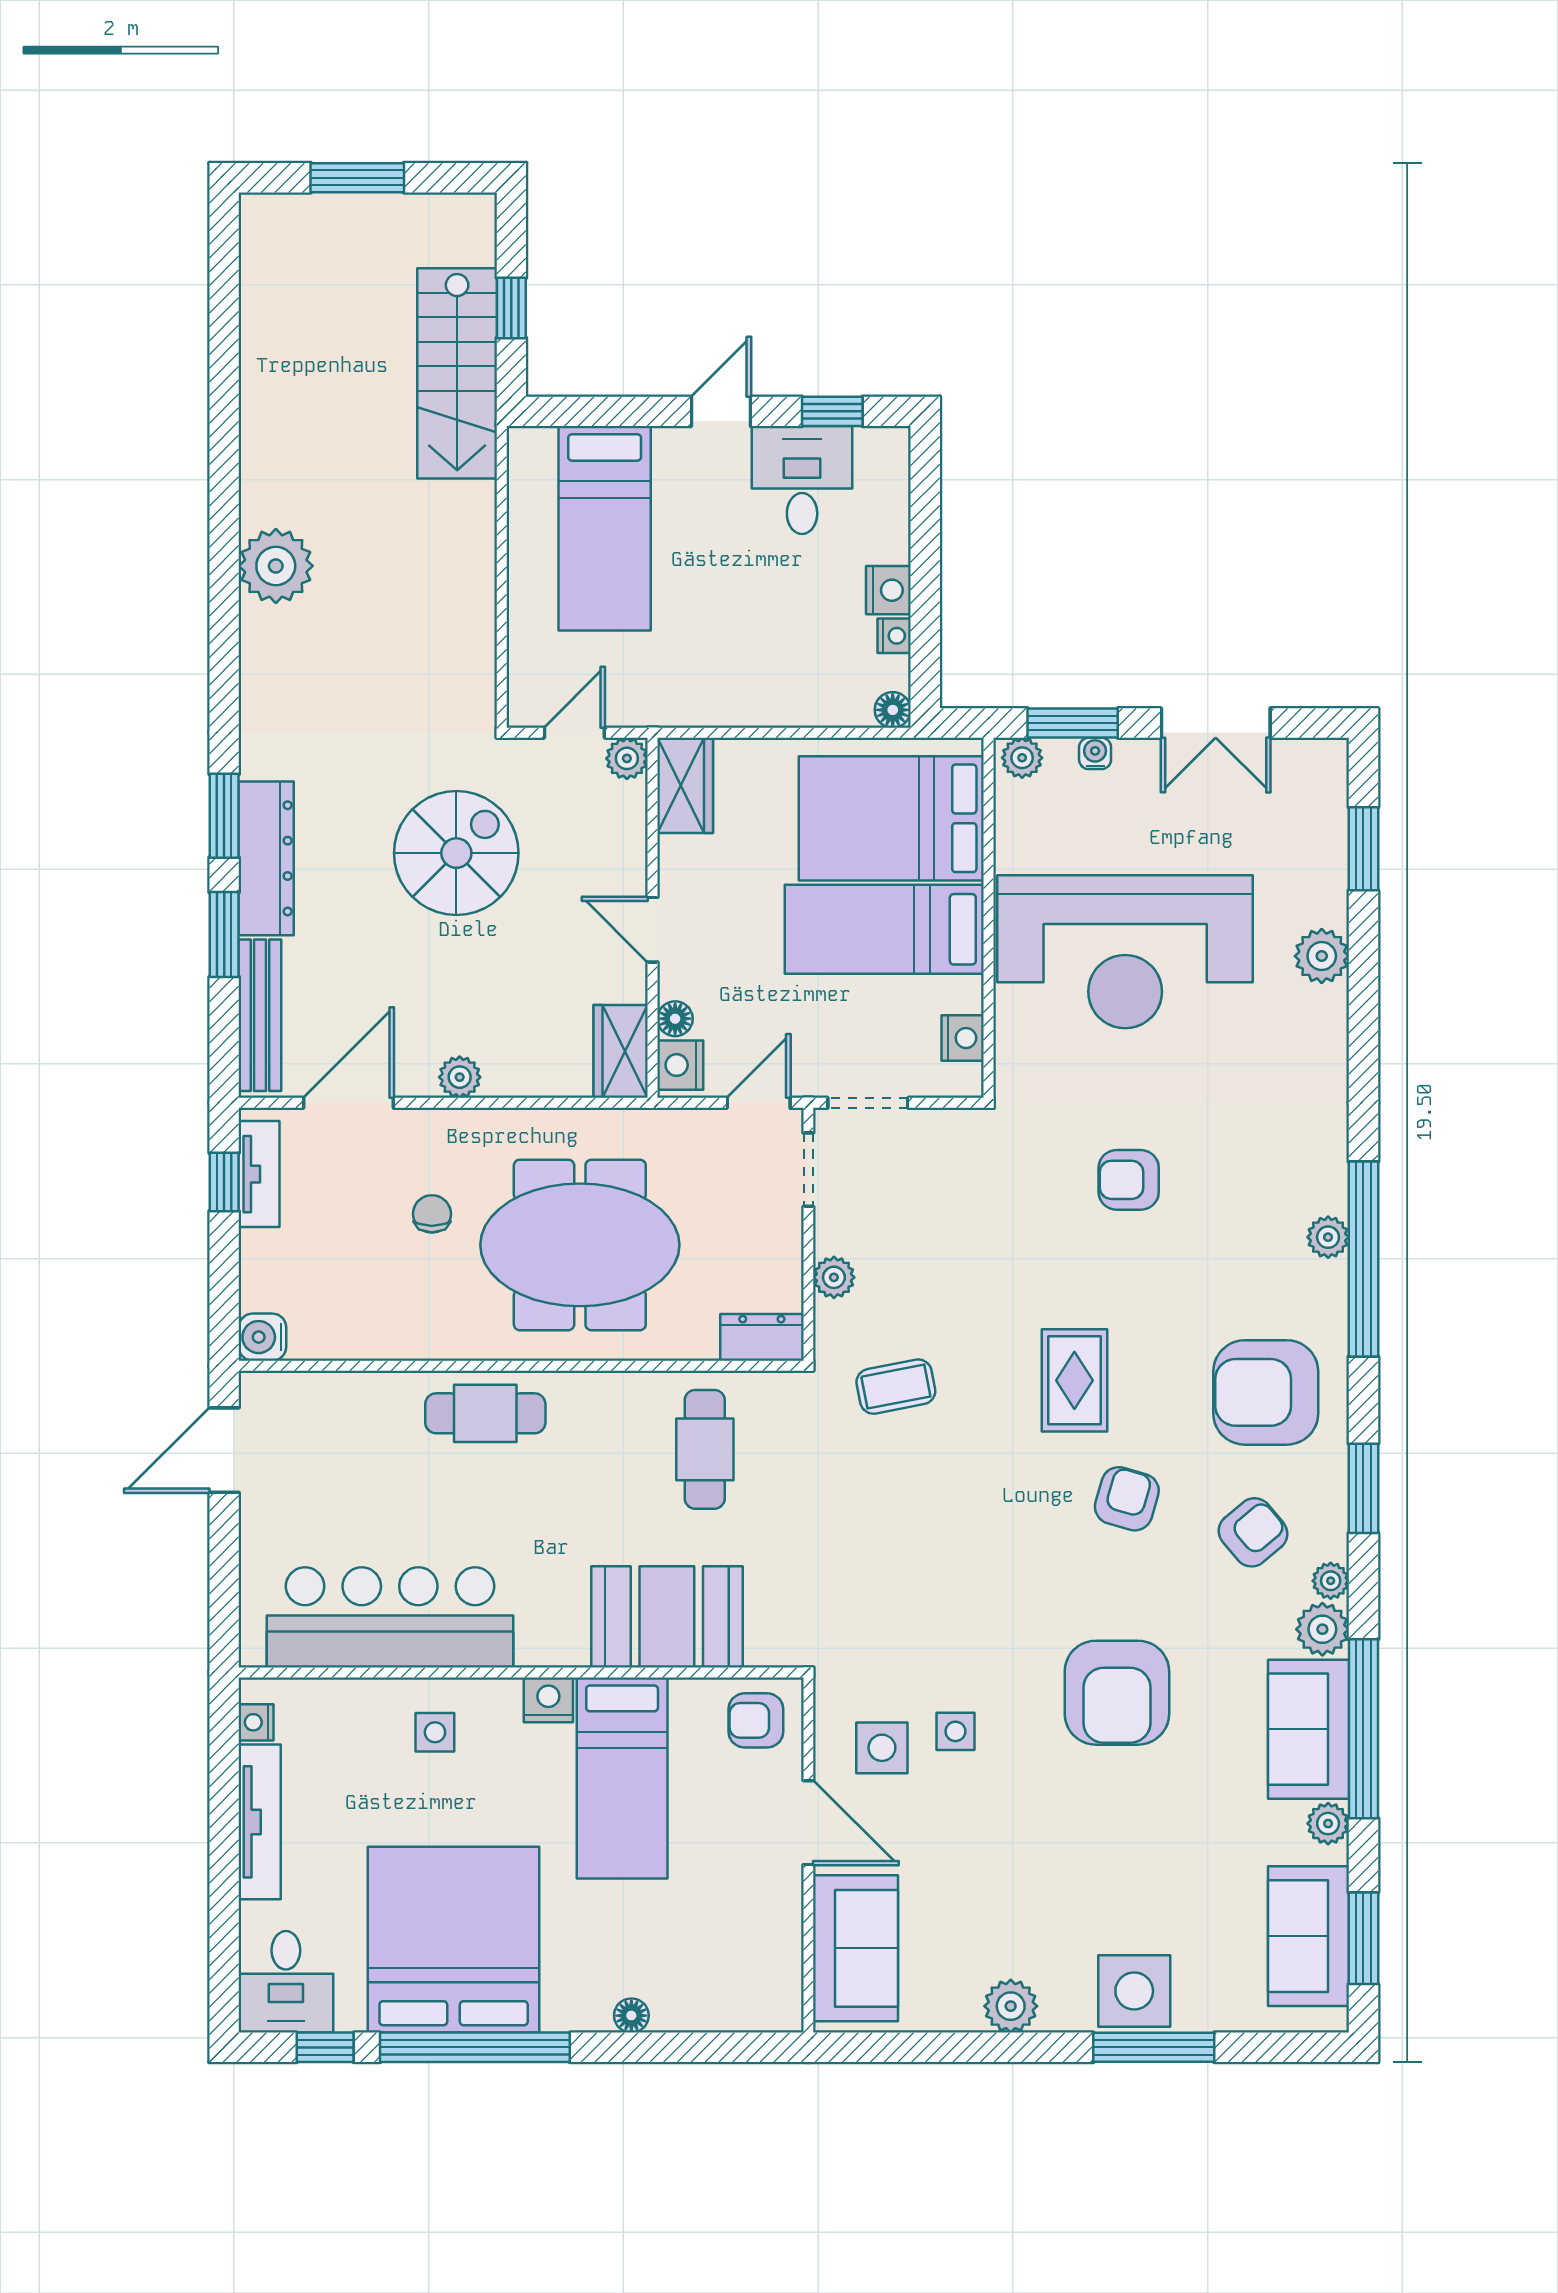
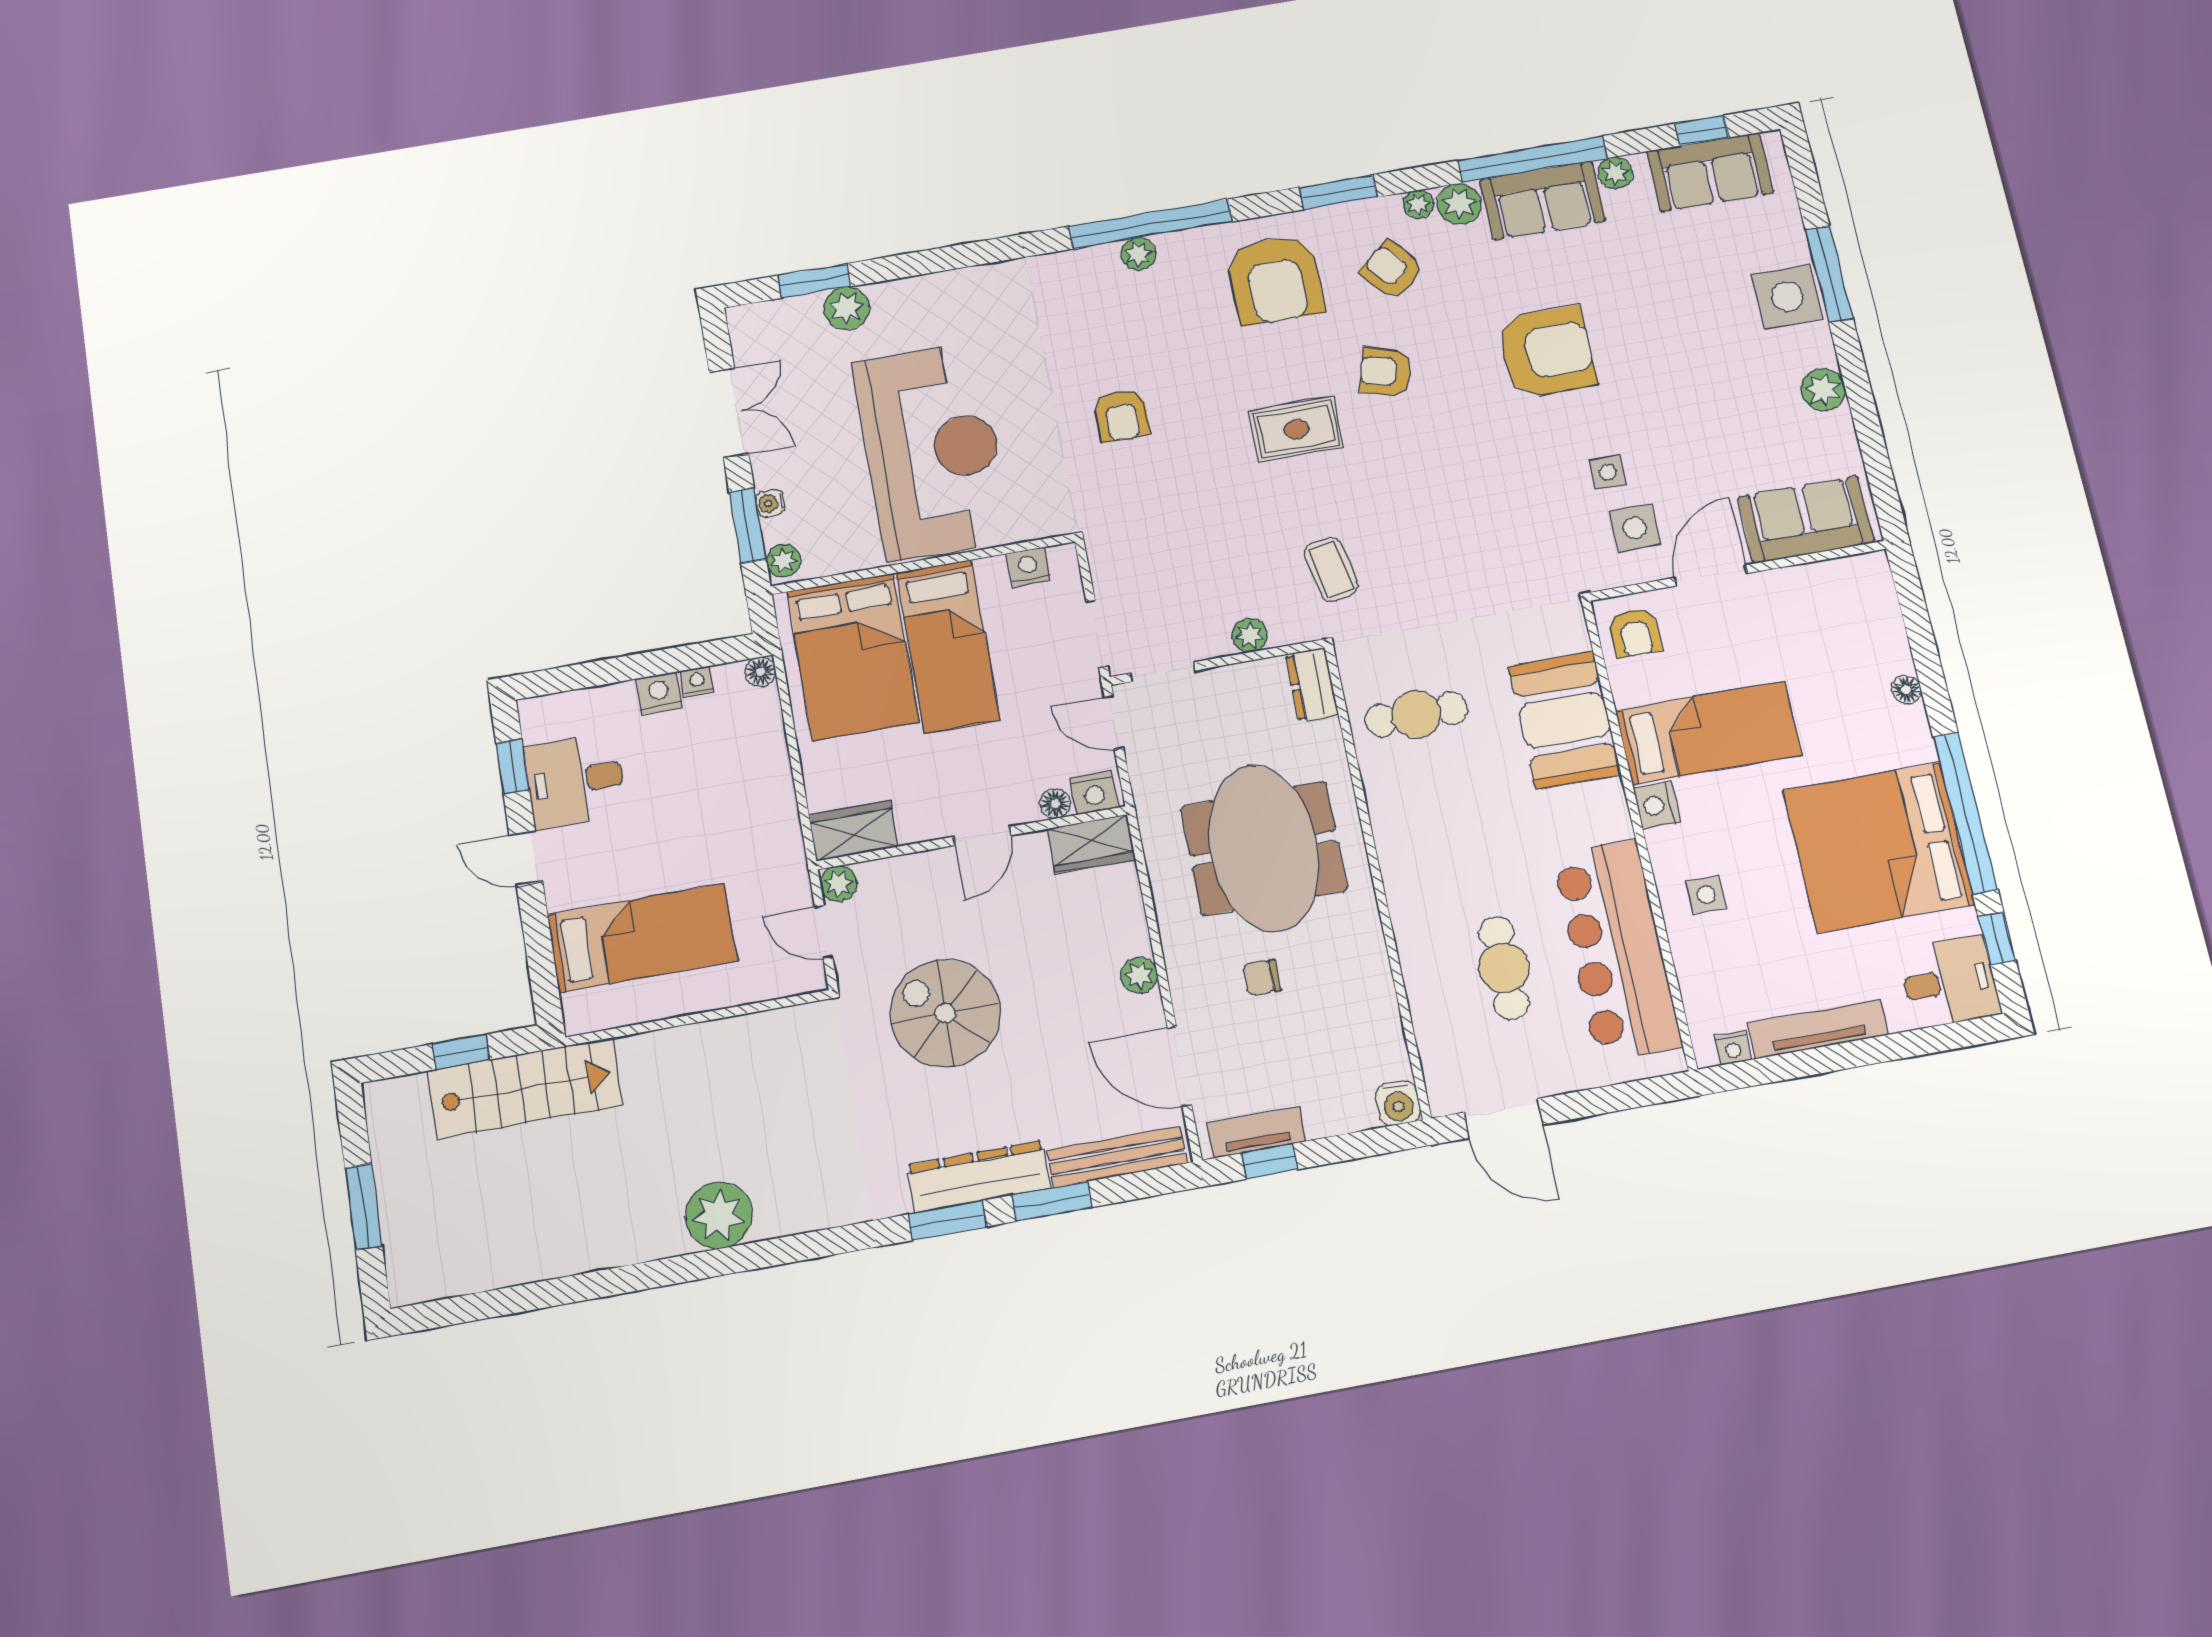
plant: (1322, 956) -> (847, 308), moved
cafe table: (485, 1413) -> (1504, 968), moved
window: (1363, 1938) -> (1702, 131), width x0.67

